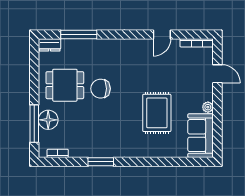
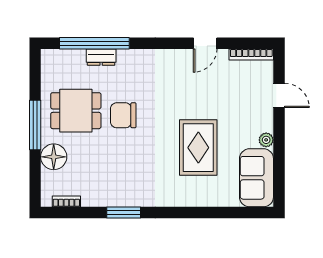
window: (79, 35) -> (94, 43), width x1.46
dresser: (50, 45) -> (101, 57), moved
window: (34, 124) -> (35, 125), moved

